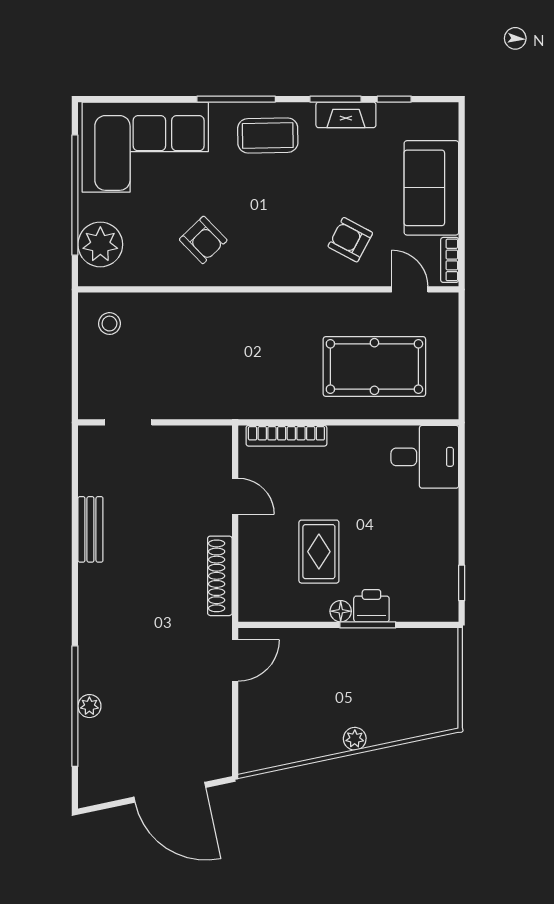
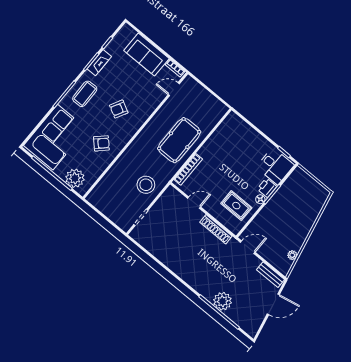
armchair: (350, 240) -> (119, 109), moved
stool: (109, 324) -> (146, 185), moved, width x1.89, depth x1.89
pool table: (374, 367) -> (179, 140), moved
desk: (425, 457) -> (275, 166), moved, turned 90
bench: (90, 529) -> (270, 275), moved
rug: (319, 552) -> (236, 206), moved
door: (235, 660) -> (248, 247), hinge flipped
plant: (89, 706) -> (223, 301), width x1.87, depth x1.87
plant: (355, 739) -> (292, 255), moved
door: (170, 792) -> (273, 304), width x0.73

